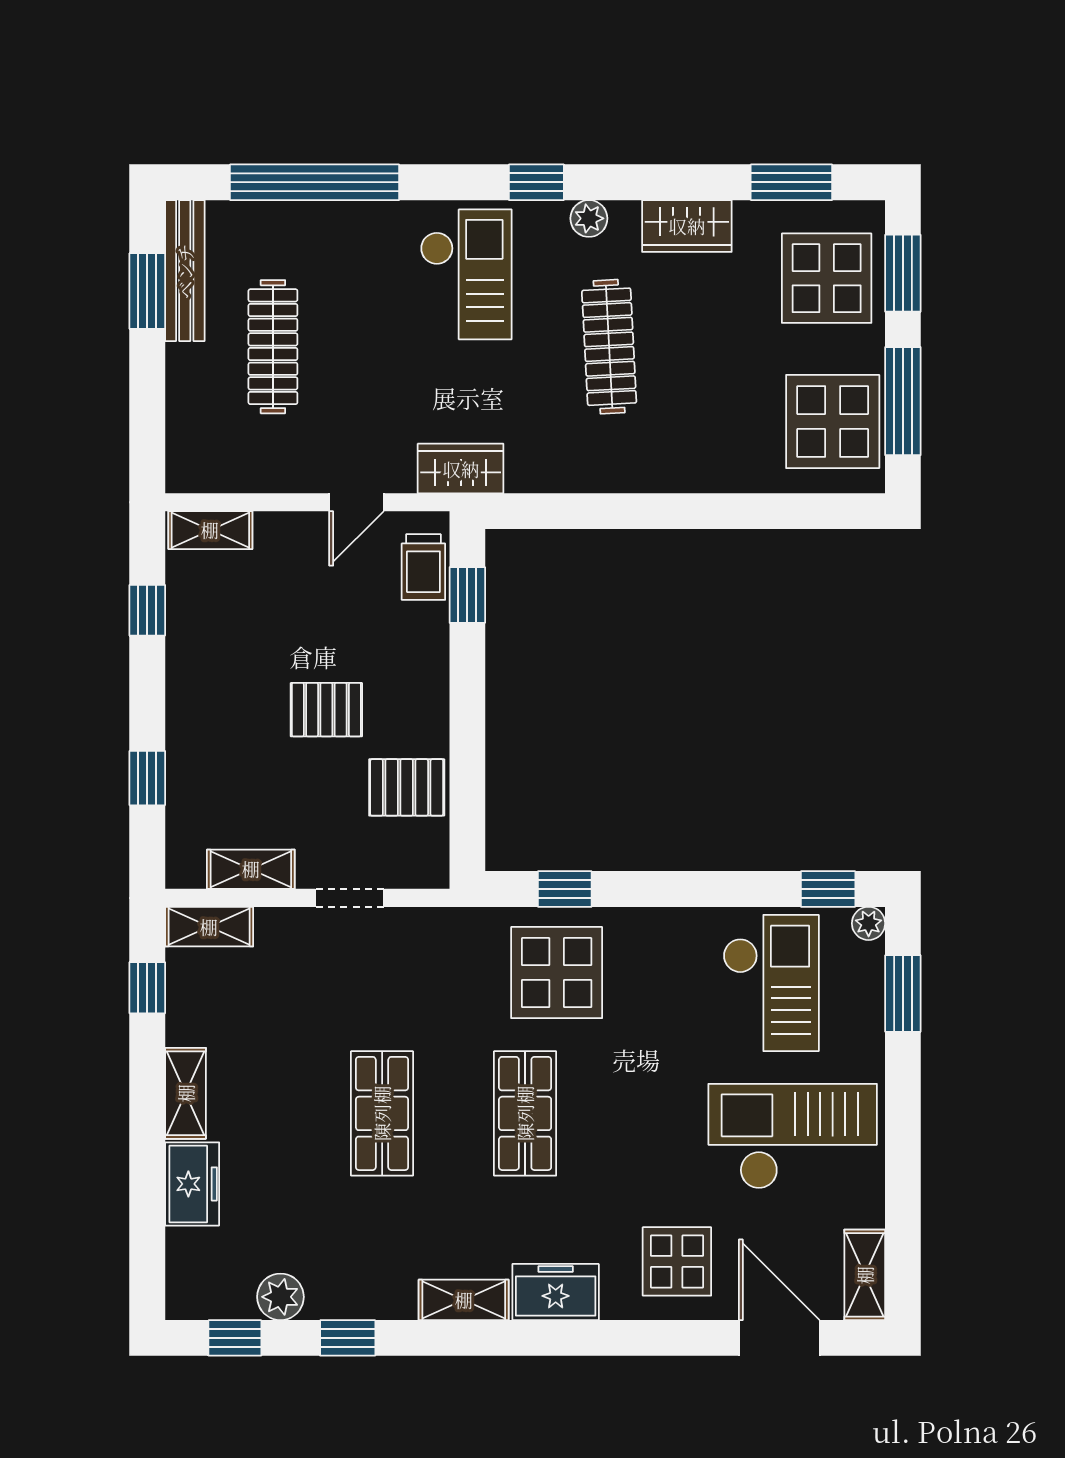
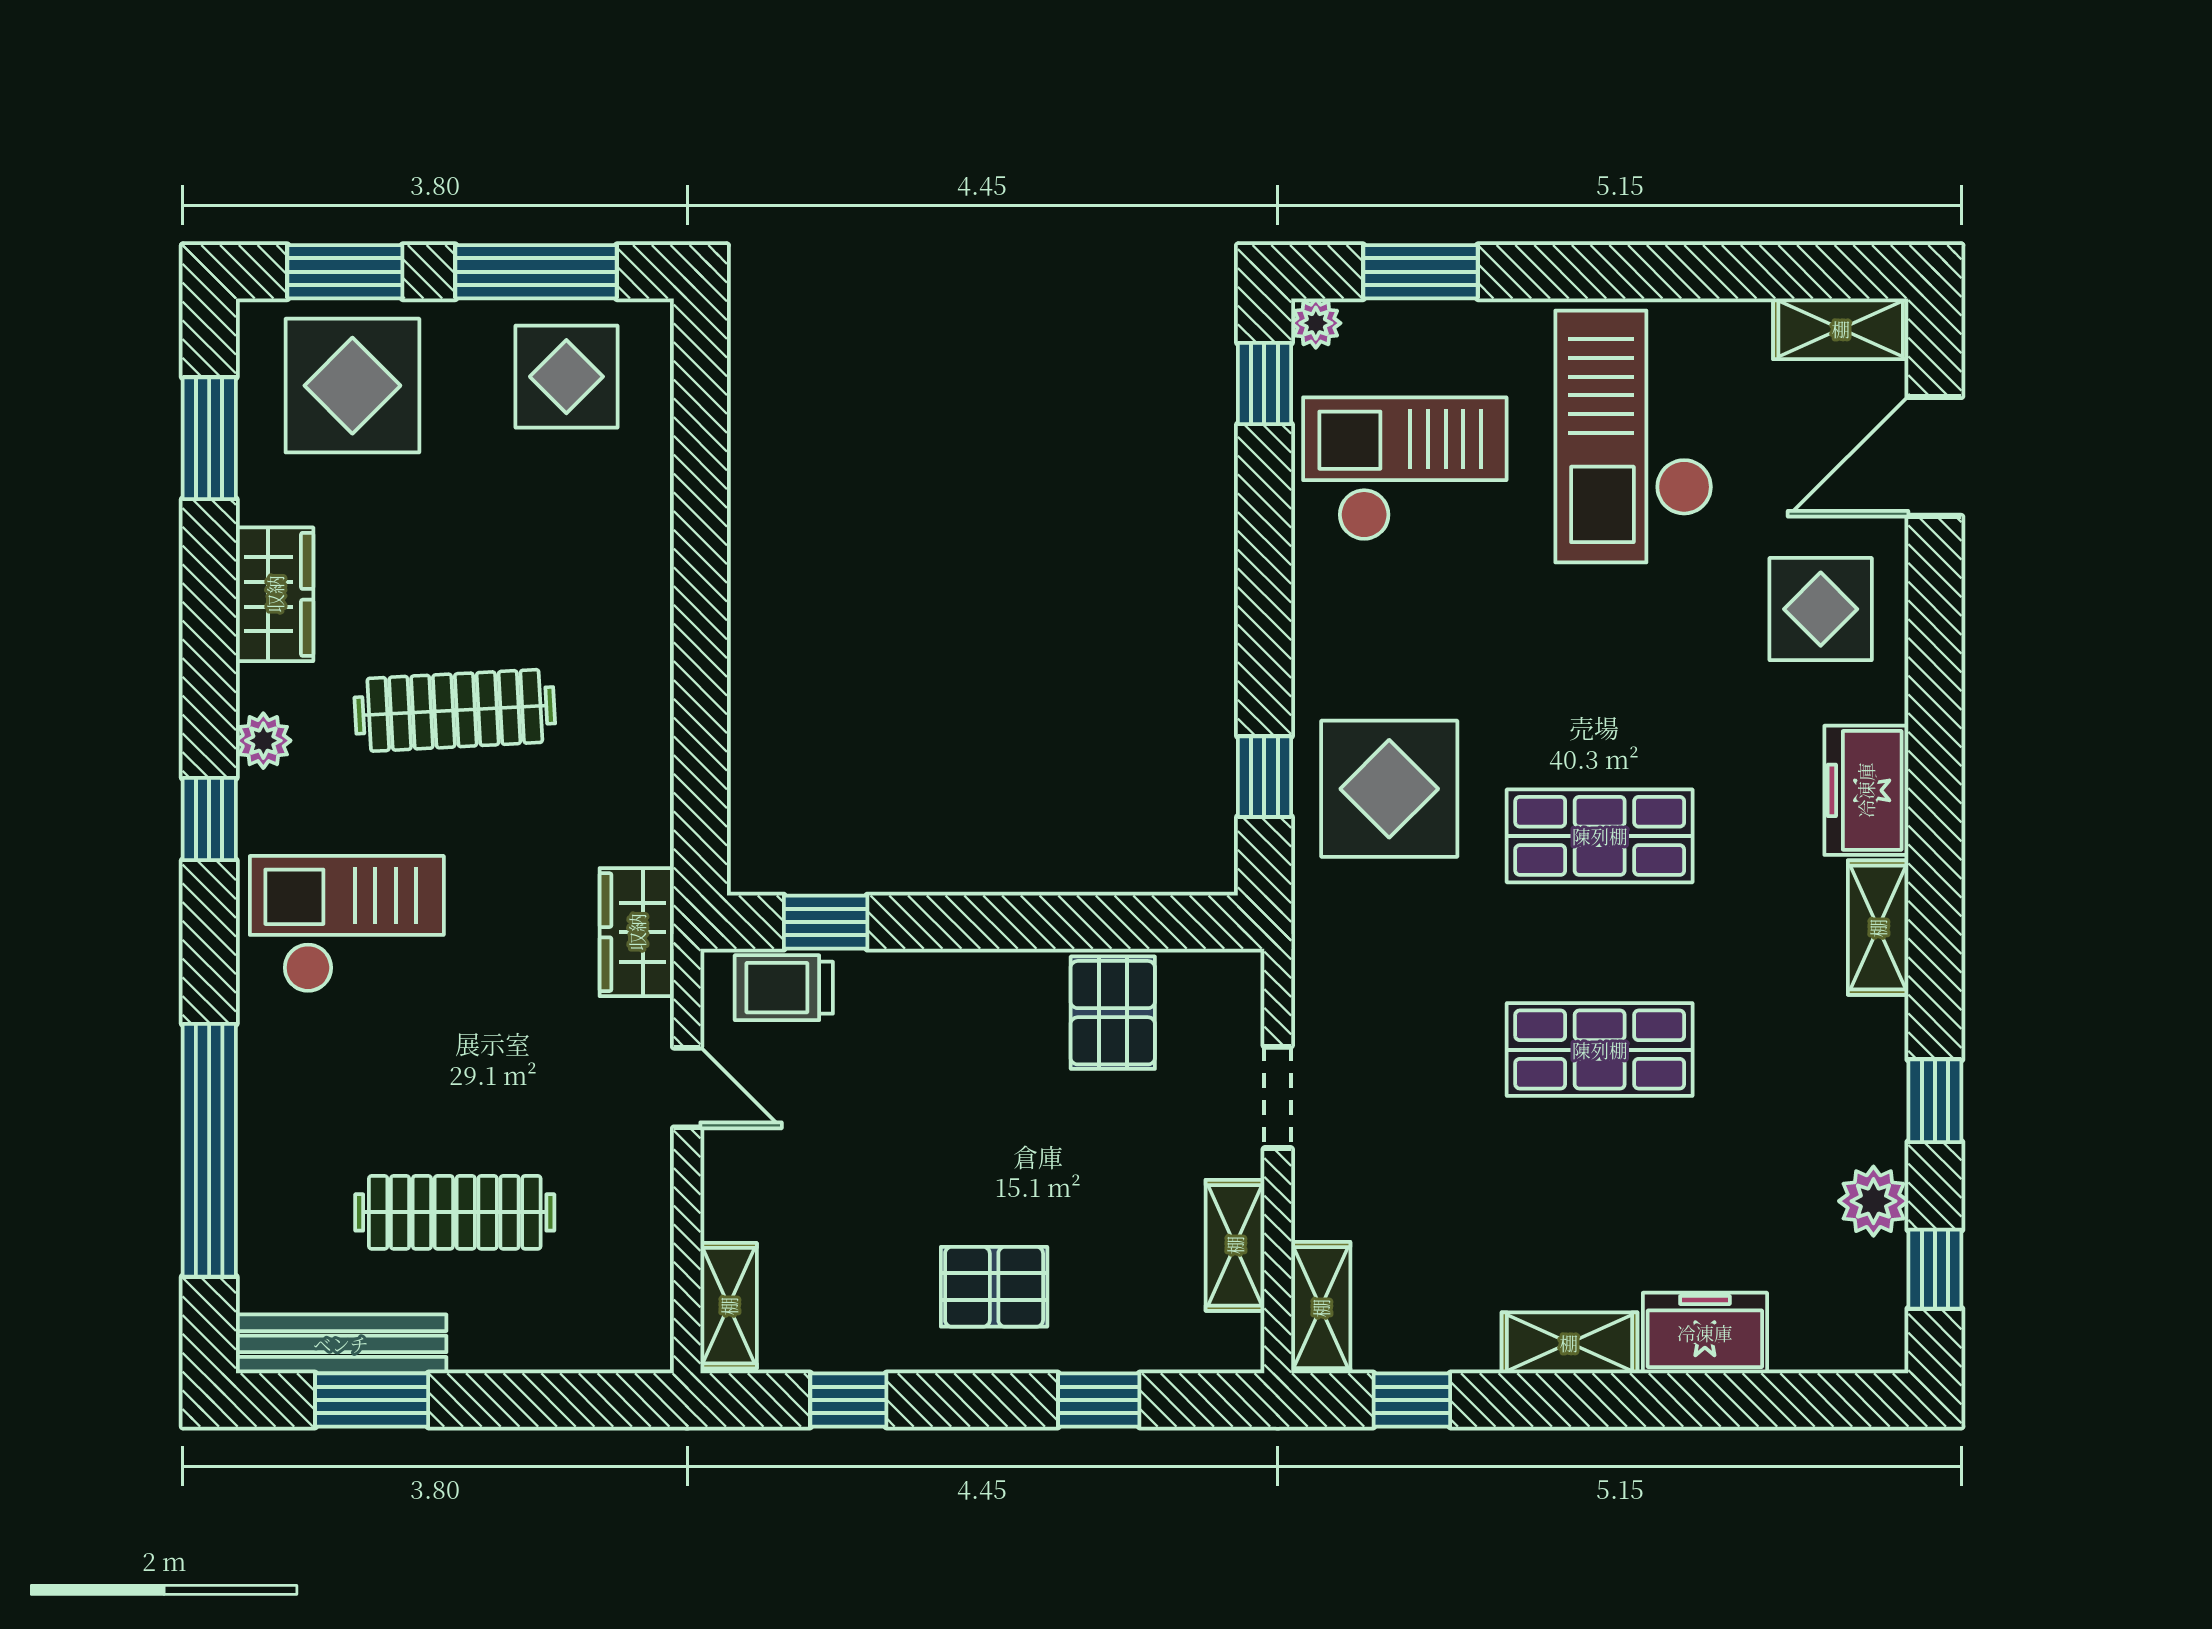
display table: (833, 421) -> (566, 377), width x0.73, depth x0.73
trolley: (423, 567) -> (784, 988), turned 180
pallet: (326, 710) -> (994, 1287), moved, turned 90

